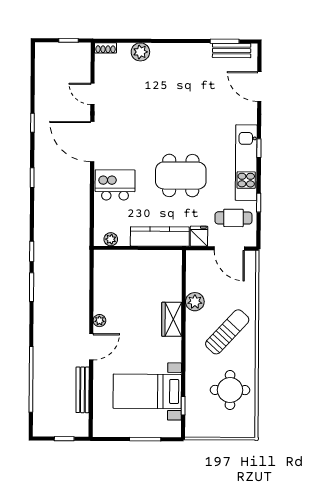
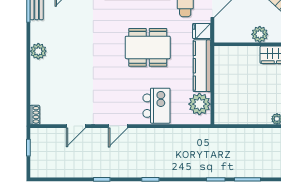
plant: (140, 52) -> (38, 51), moved
door: (92, 142) -> (118, 126), width x0.53
dining table: (181, 176) -> (148, 47), turned 90
kitchen island: (115, 185) -> (156, 106), turned 180
plant: (111, 239) -> (199, 104), width x1.88, depth x1.88

